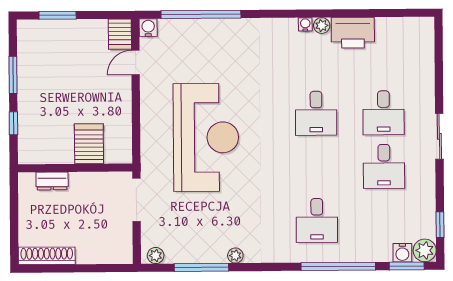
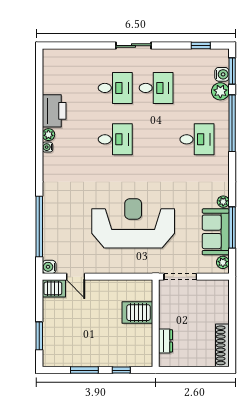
sofa: (196, 246) -> (216, 232), added
plant: (425, 250) -> (220, 91), moved

